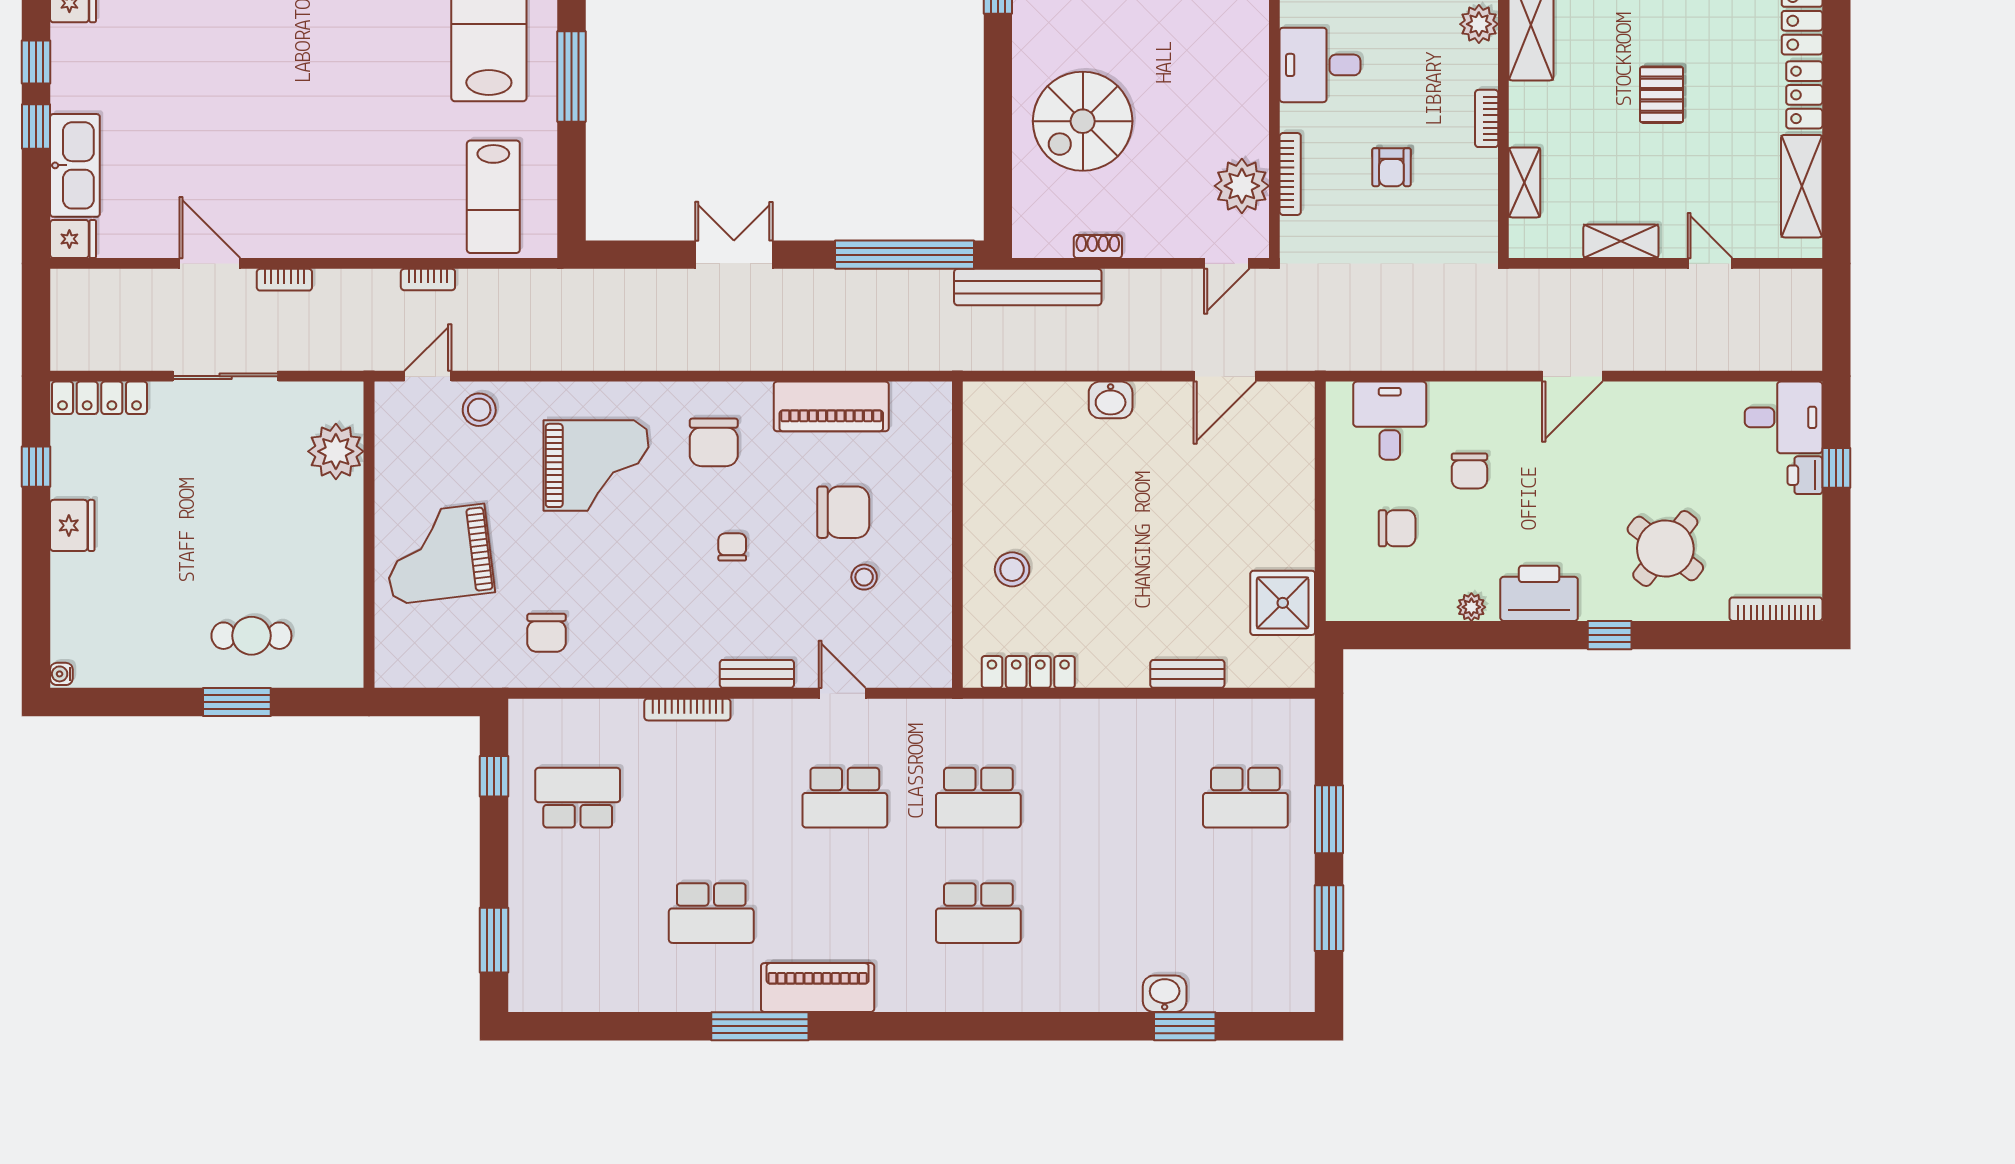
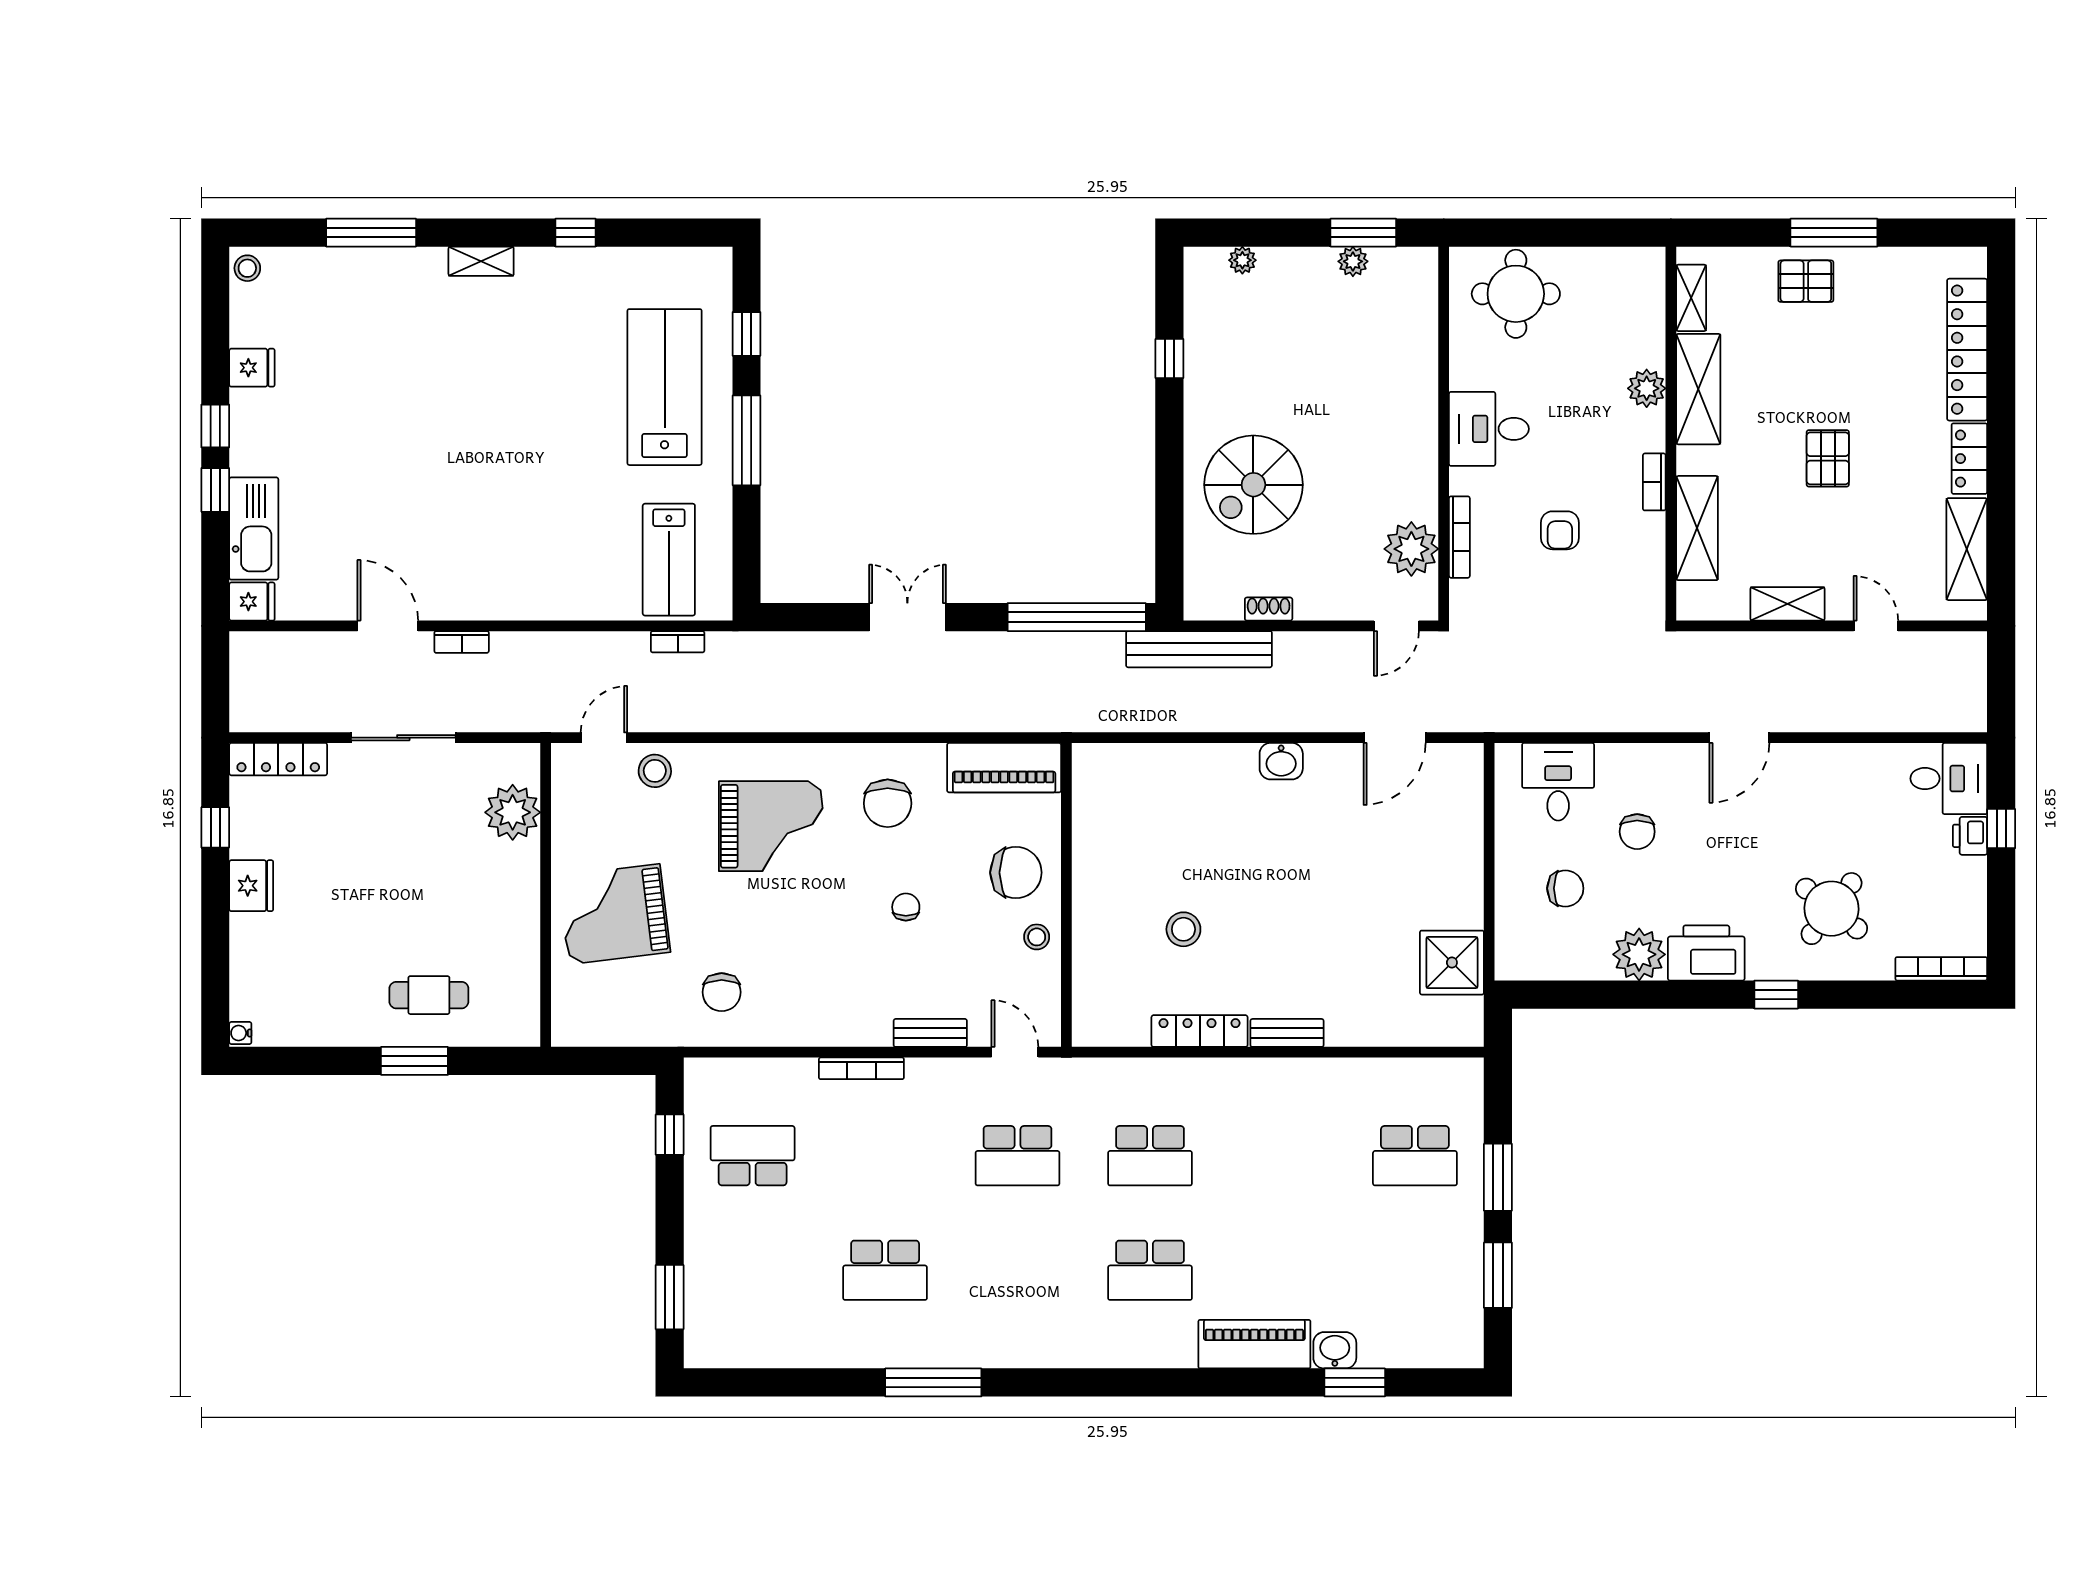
shelving: (1524, 182) -> (1697, 528), width x1.50, depth x1.33
bookcase: (428, 280) -> (678, 642), moved
wall: (957, 535) -> (1066, 895), moved
plant: (1471, 607) -> (1639, 954), width x1.87, depth x1.87
bench: (1187, 674) -> (1287, 1033), moved
piano: (818, 988) -> (1254, 1344), moved

